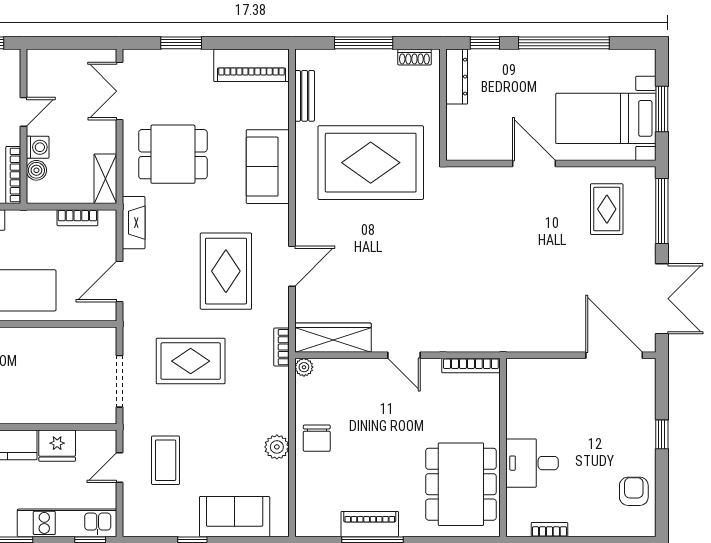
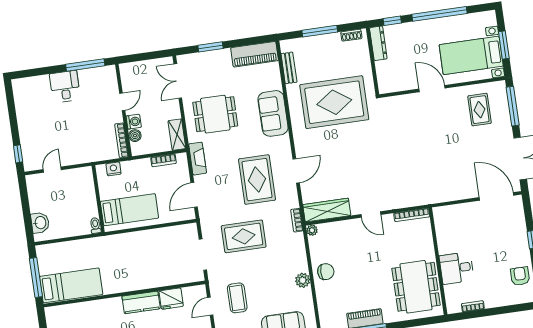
chair: (317, 438) -> (326, 272), turned -90

